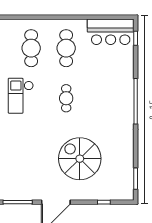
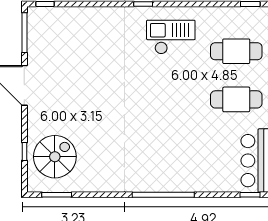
cafe table: (66, 98) -> (167, 99), removed
spiral stairs: (80, 159) -> (55, 157), moved, width x0.73, depth x0.73

